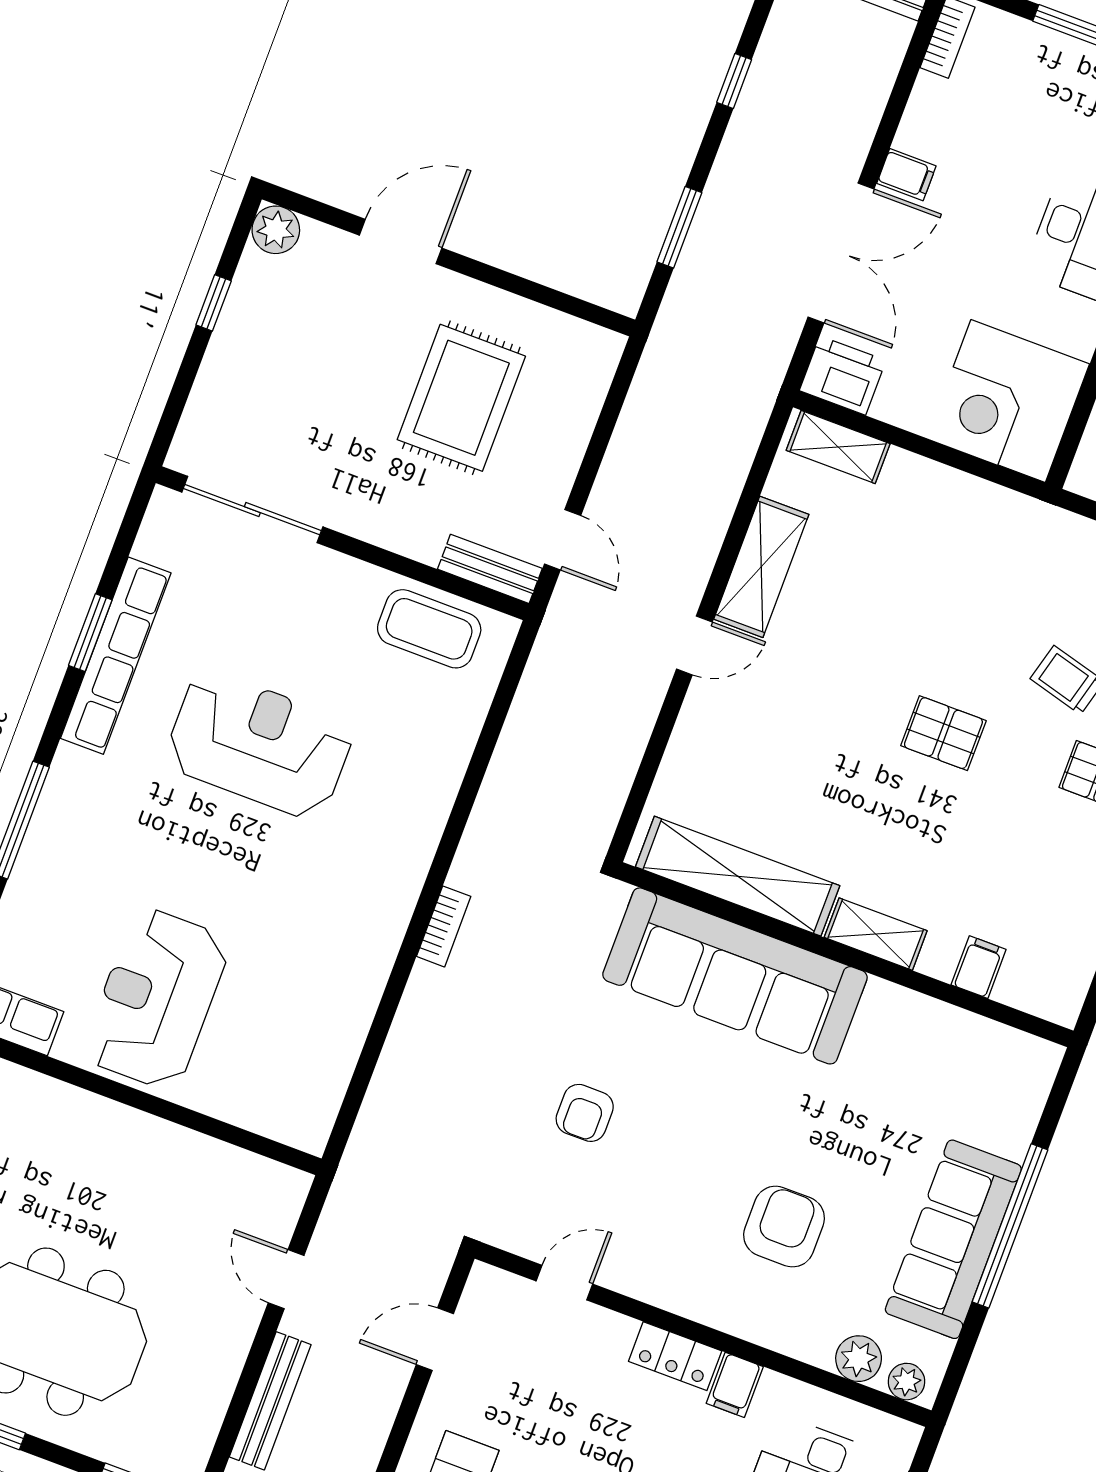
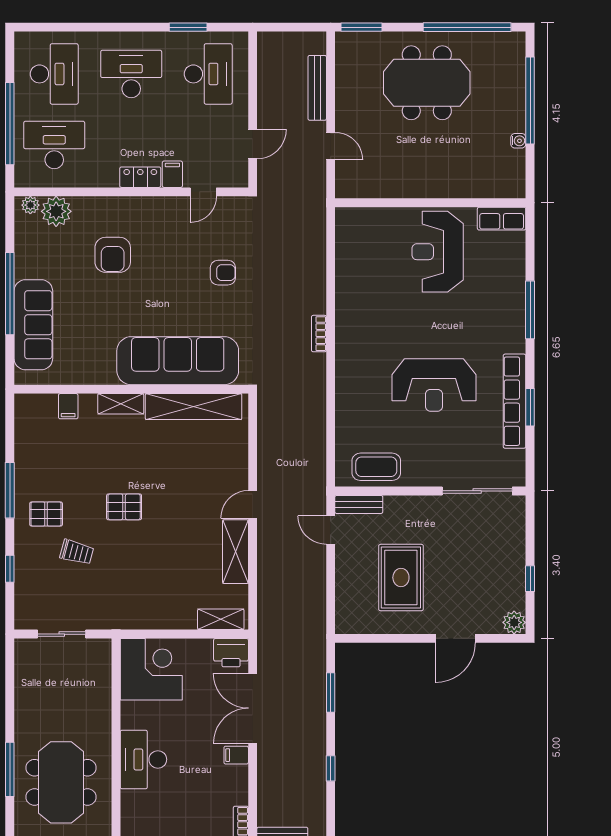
reception desk: (156, 999) -> (438, 252), turned 180
armchair: (585, 1113) -> (223, 273), turned 90
sofa: (953, 1239) -> (33, 325), moved
plant: (859, 1359) -> (56, 211), width x1.36, depth x1.36
filing cabinet: (735, 1385) -> (172, 174), moved

